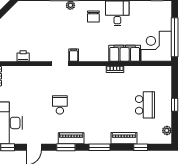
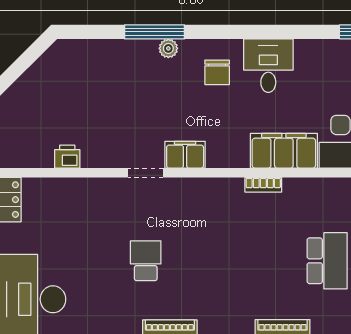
filing cabinet: (74, 55) -> (185, 155), width x2.00

